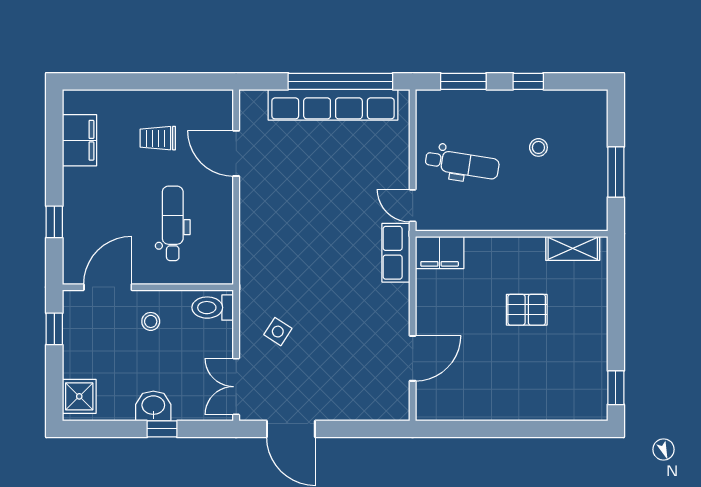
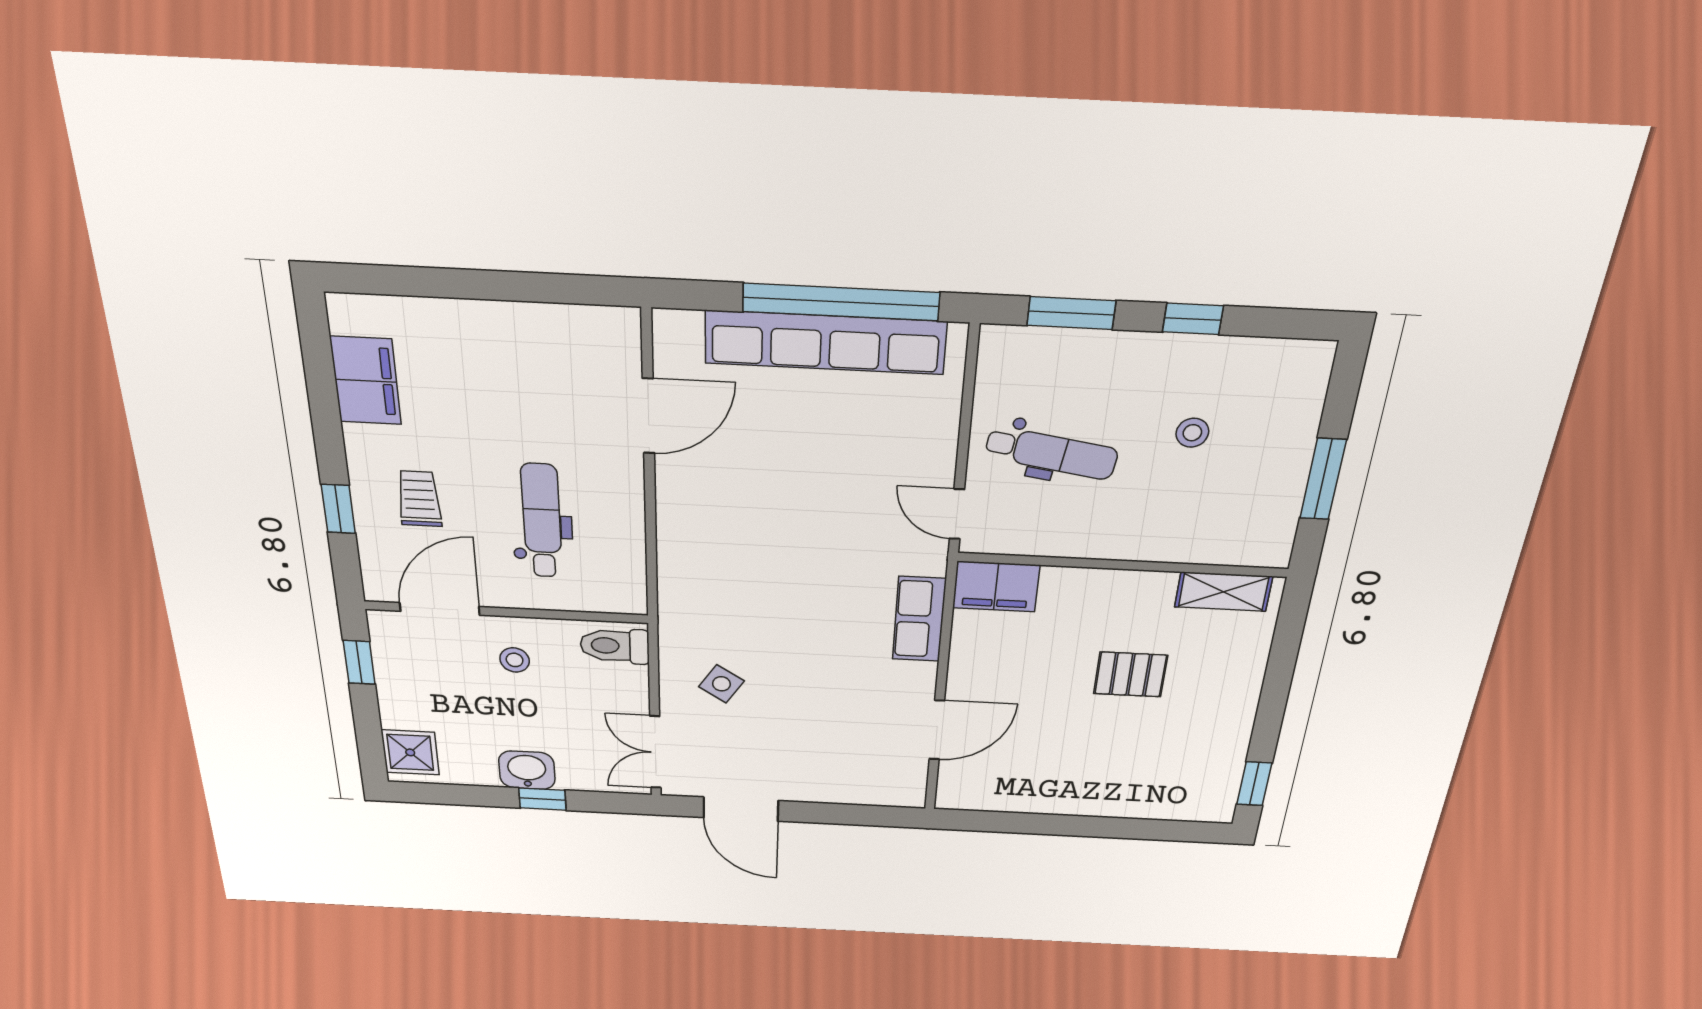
trolley: (158, 138) -> (419, 499), moved, turned 90
door: (236, 153) -> (648, 416), swing flipped
row of seats: (396, 253) -> (919, 619), moved

